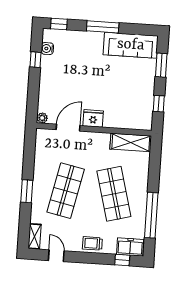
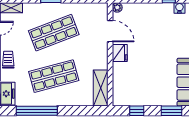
shop shelf: (66, 191) -> (54, 33), turned -33

